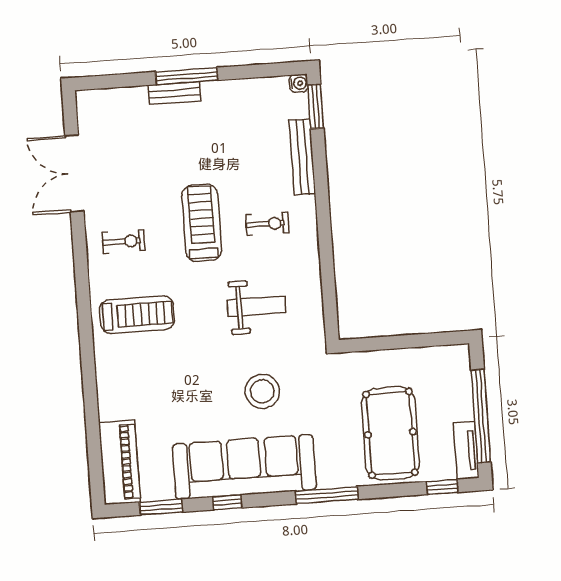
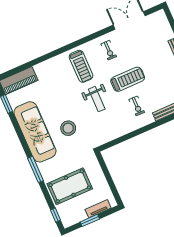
weight bench: (257, 306) -> (97, 99), moved
window: (481, 416) -> (90, 220), width x0.47
tv unit: (466, 450) -> (98, 209), moved
window: (227, 502) -> (18, 130), removed

